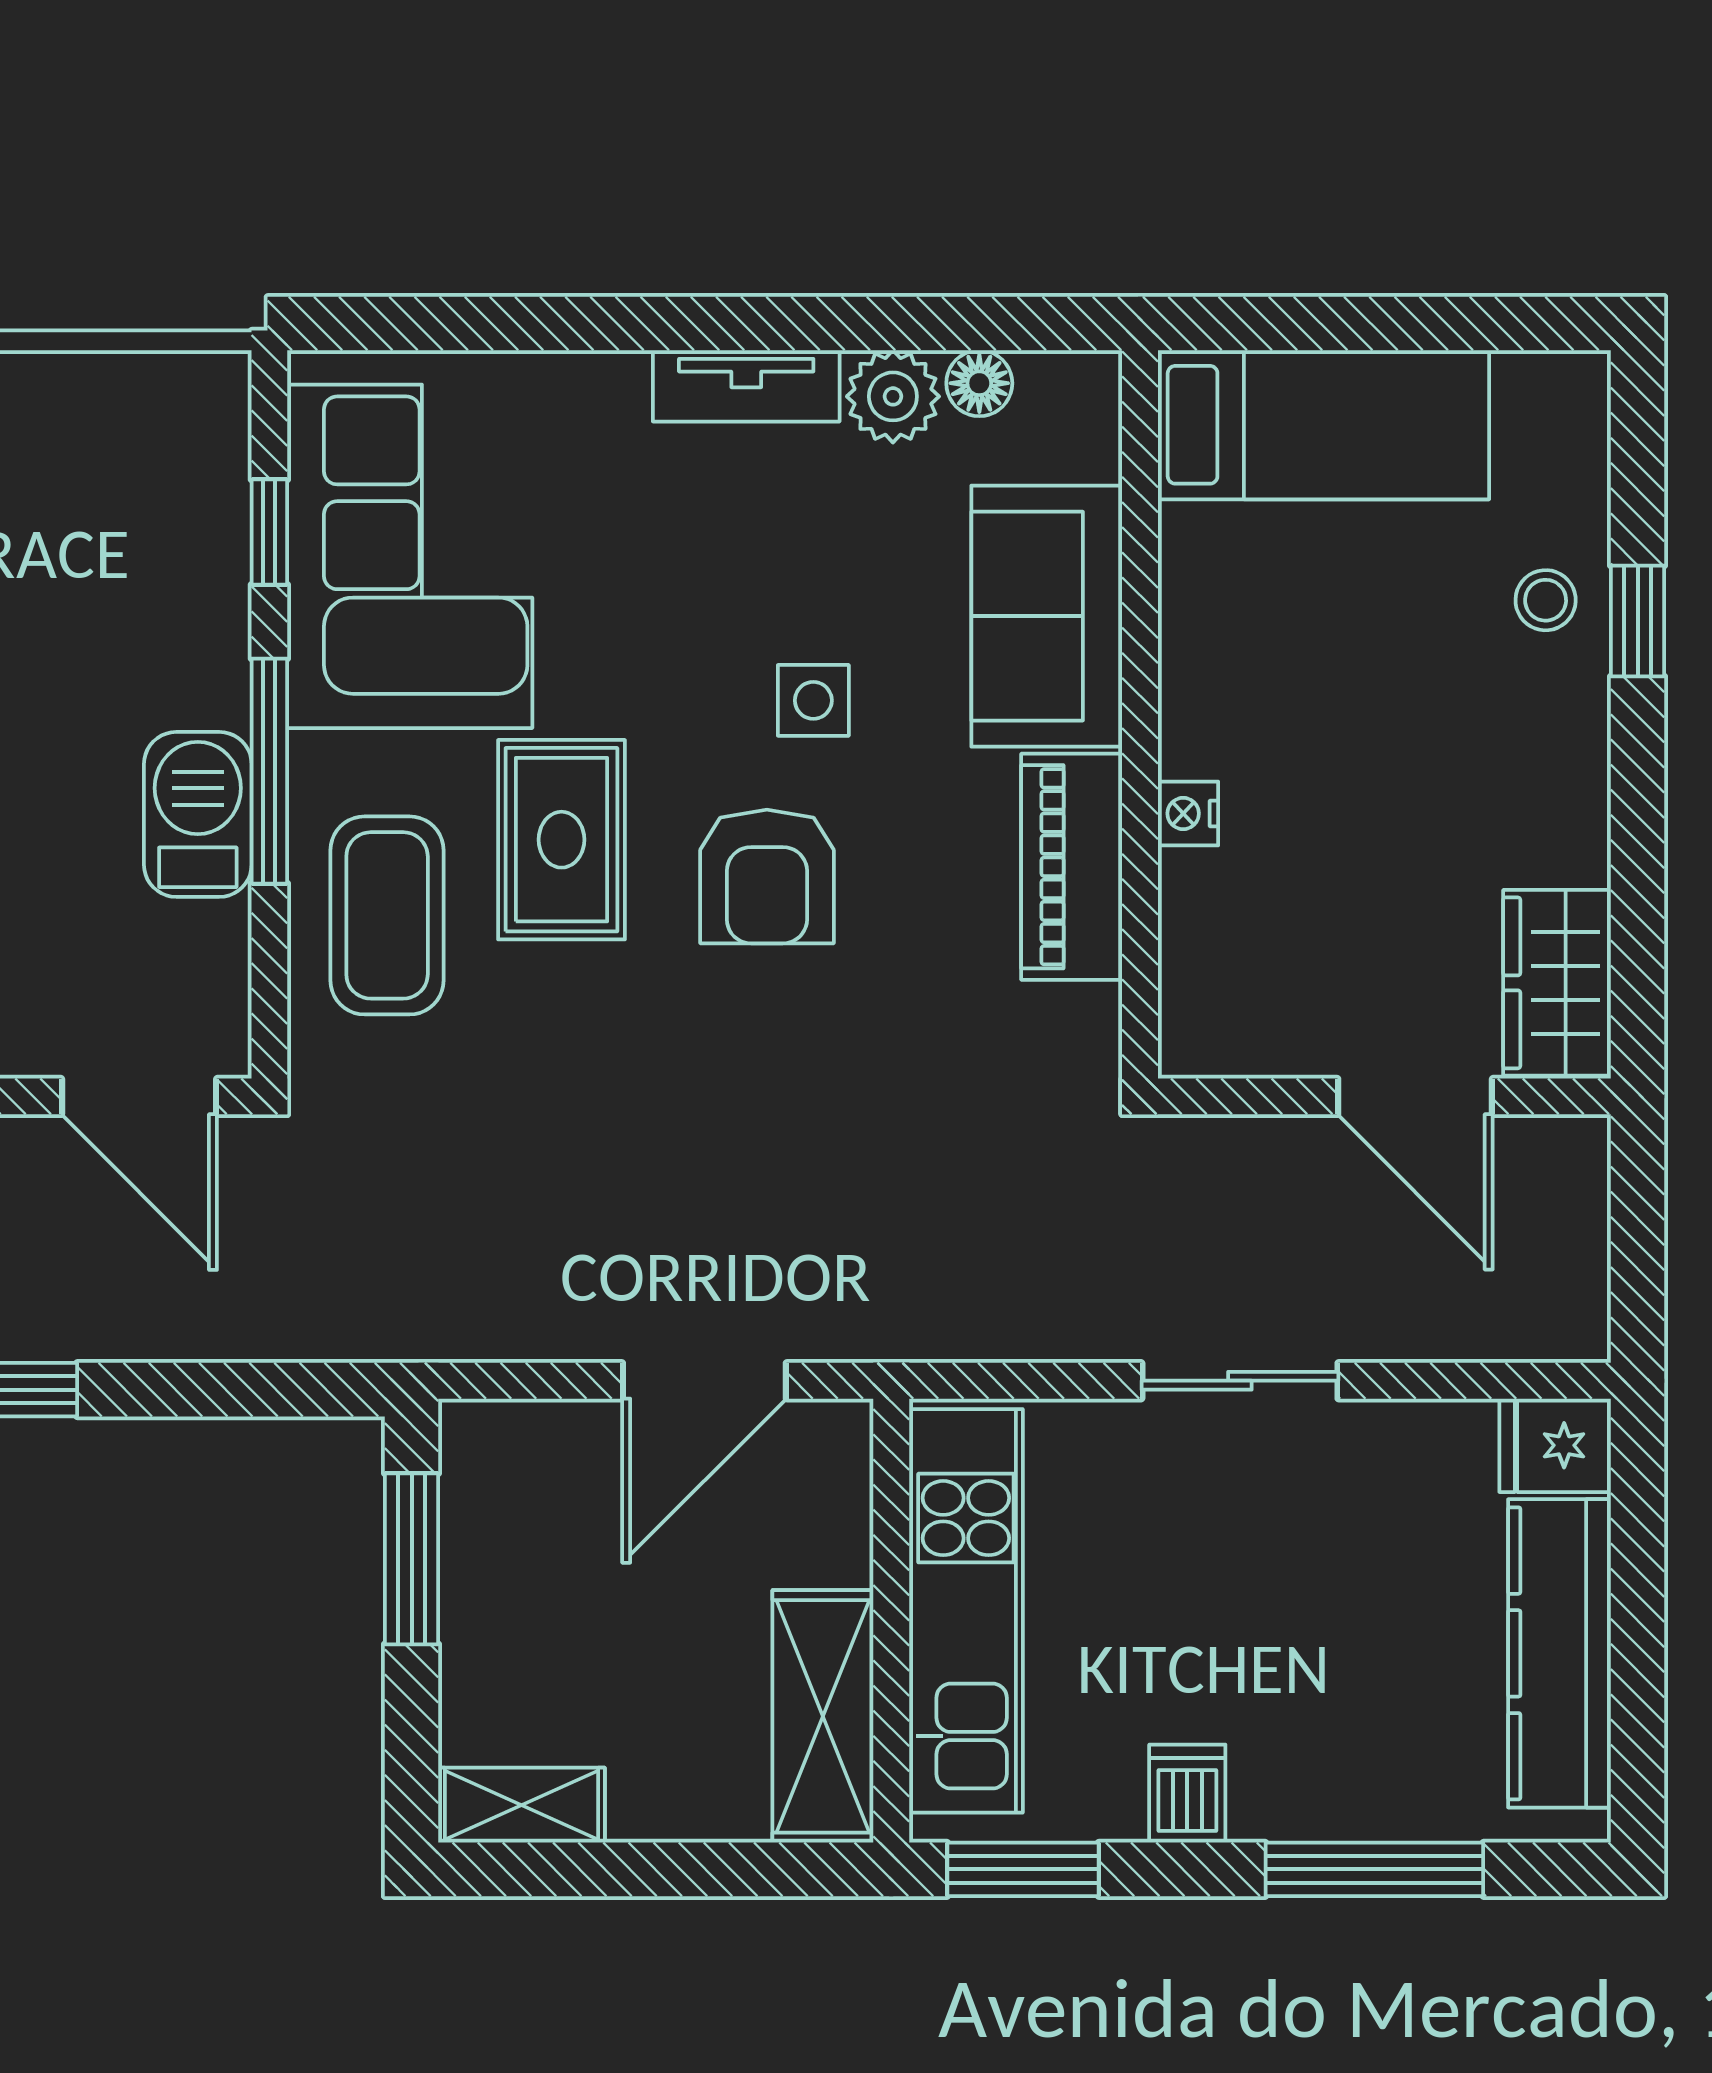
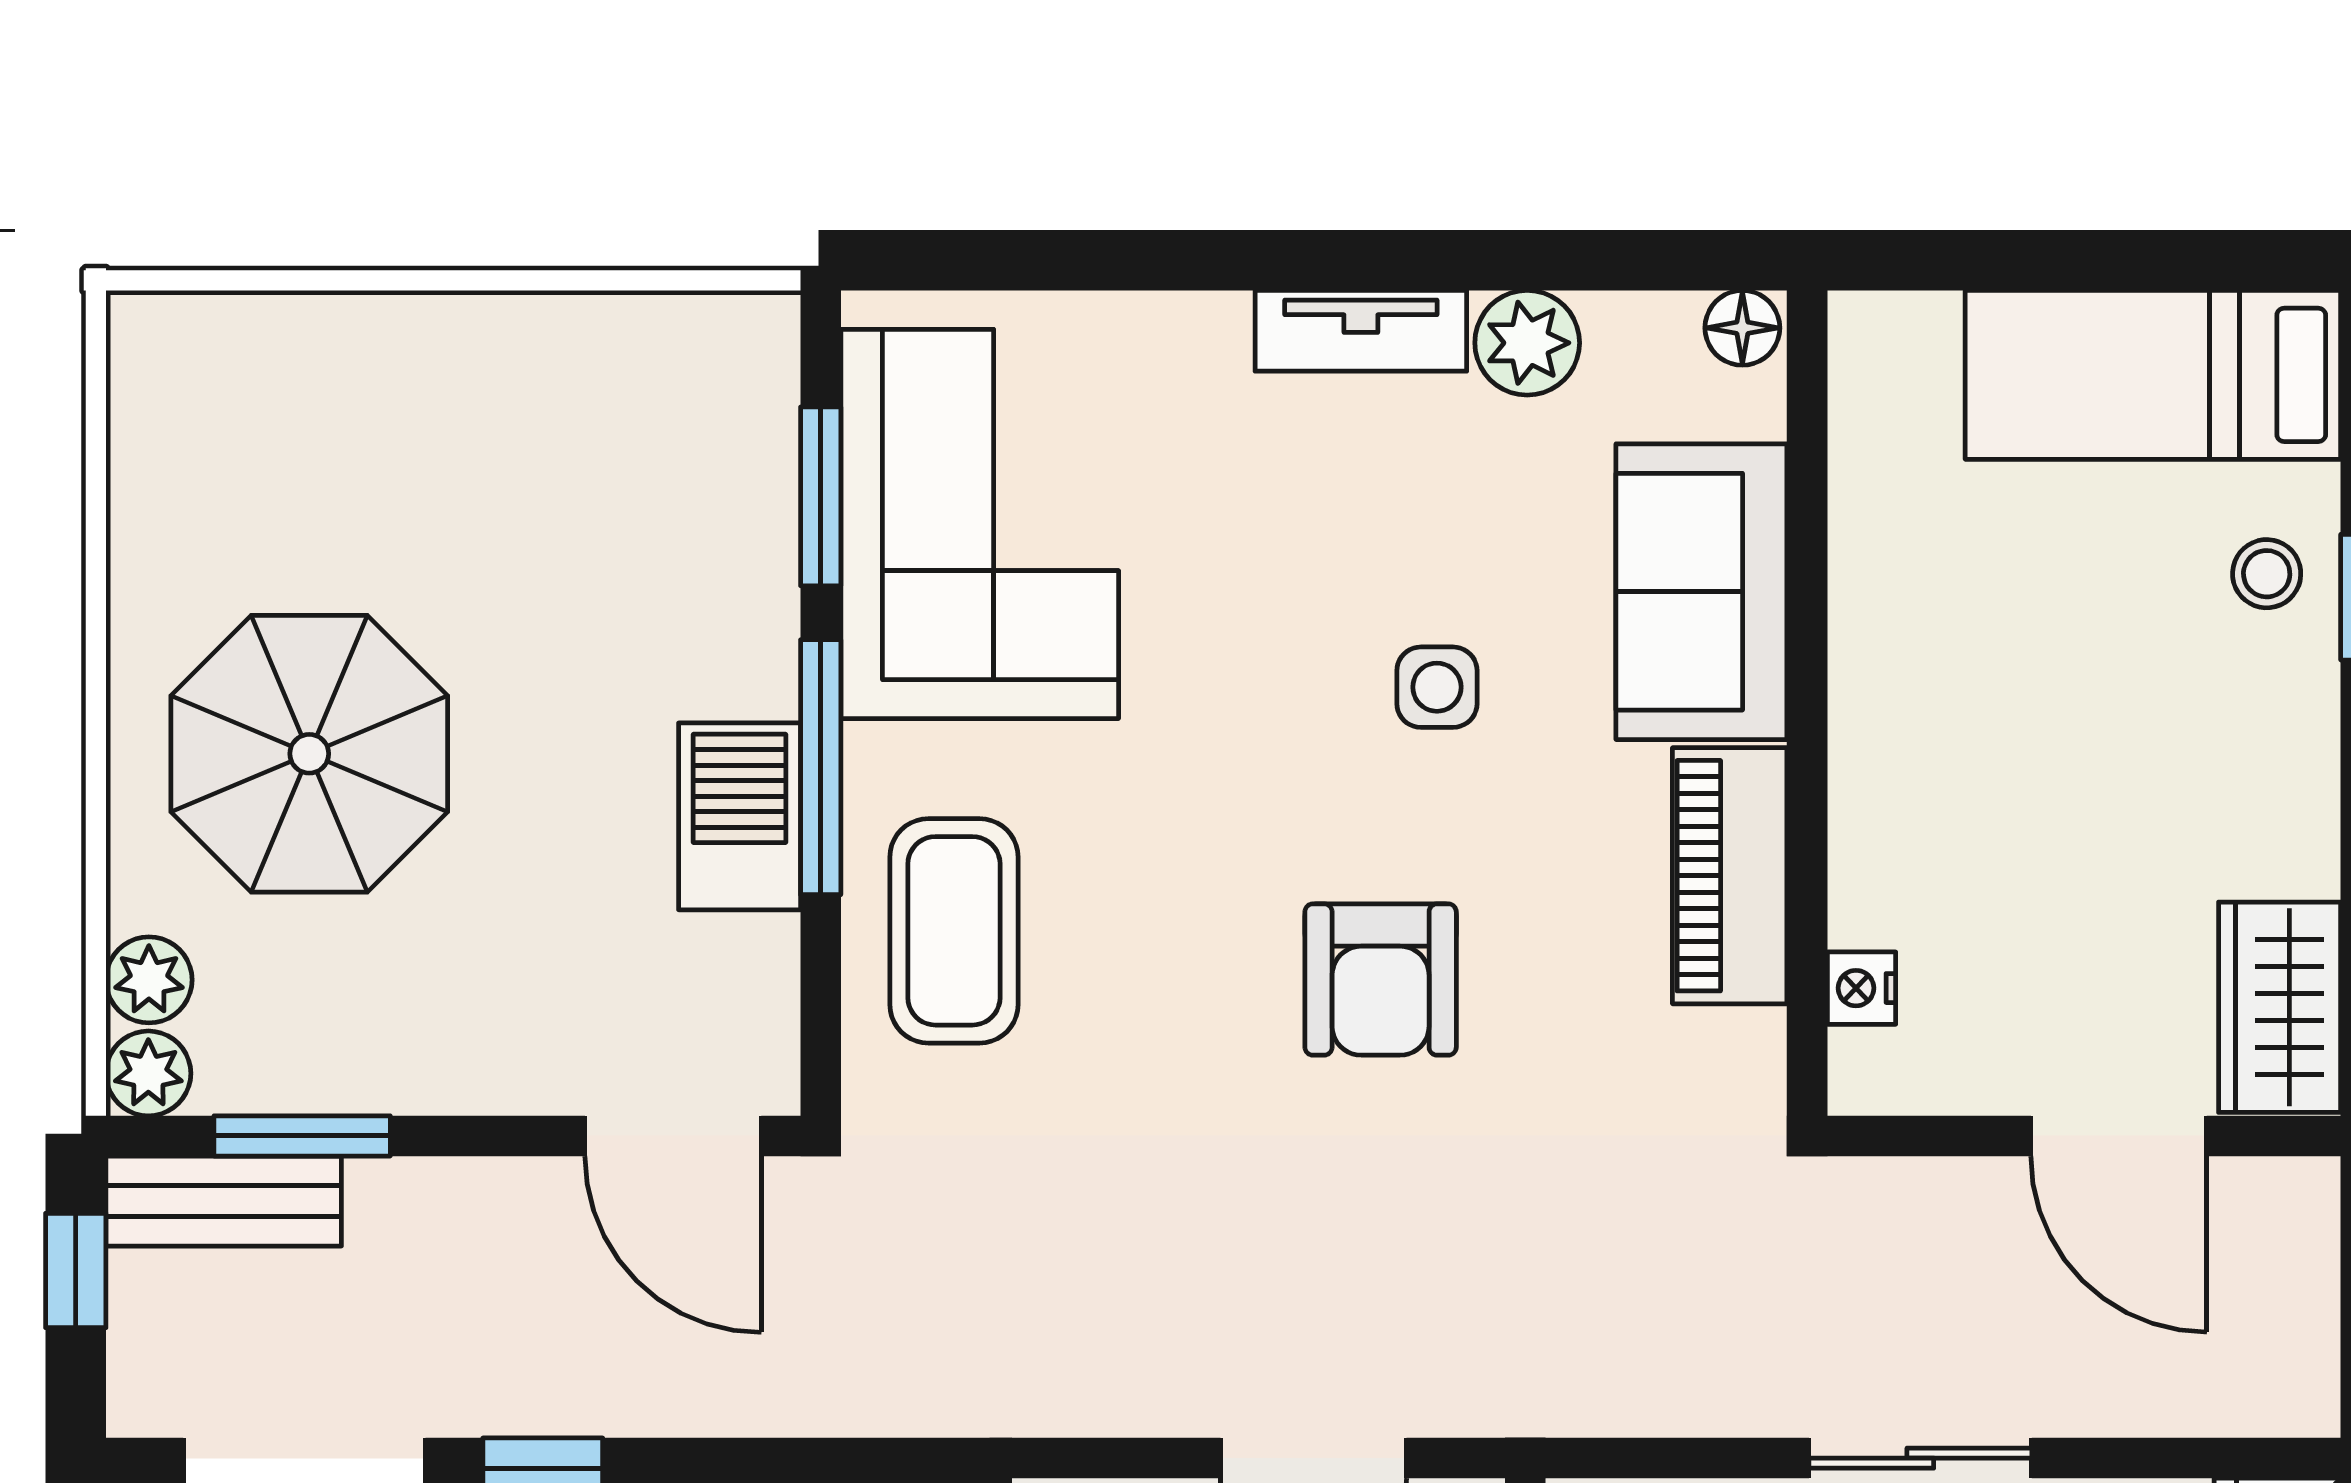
floor lamp: (979, 383) -> (1742, 328), moved
bed: (1323, 425) -> (2153, 375), moved, turned 180
window: (269, 532) -> (821, 496), width x1.50
nightstand: (1188, 813) -> (1861, 988), moved
rug: (561, 840) -> (1152, 845), removed
armchair: (767, 876) -> (1381, 980), moved

